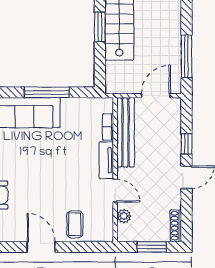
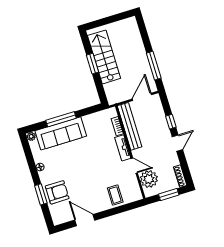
window: (47, 92) -> (61, 119), moved
plant: (124, 216) -> (149, 179), width x1.88, depth x1.88
door: (41, 247) -> (85, 220), moved

